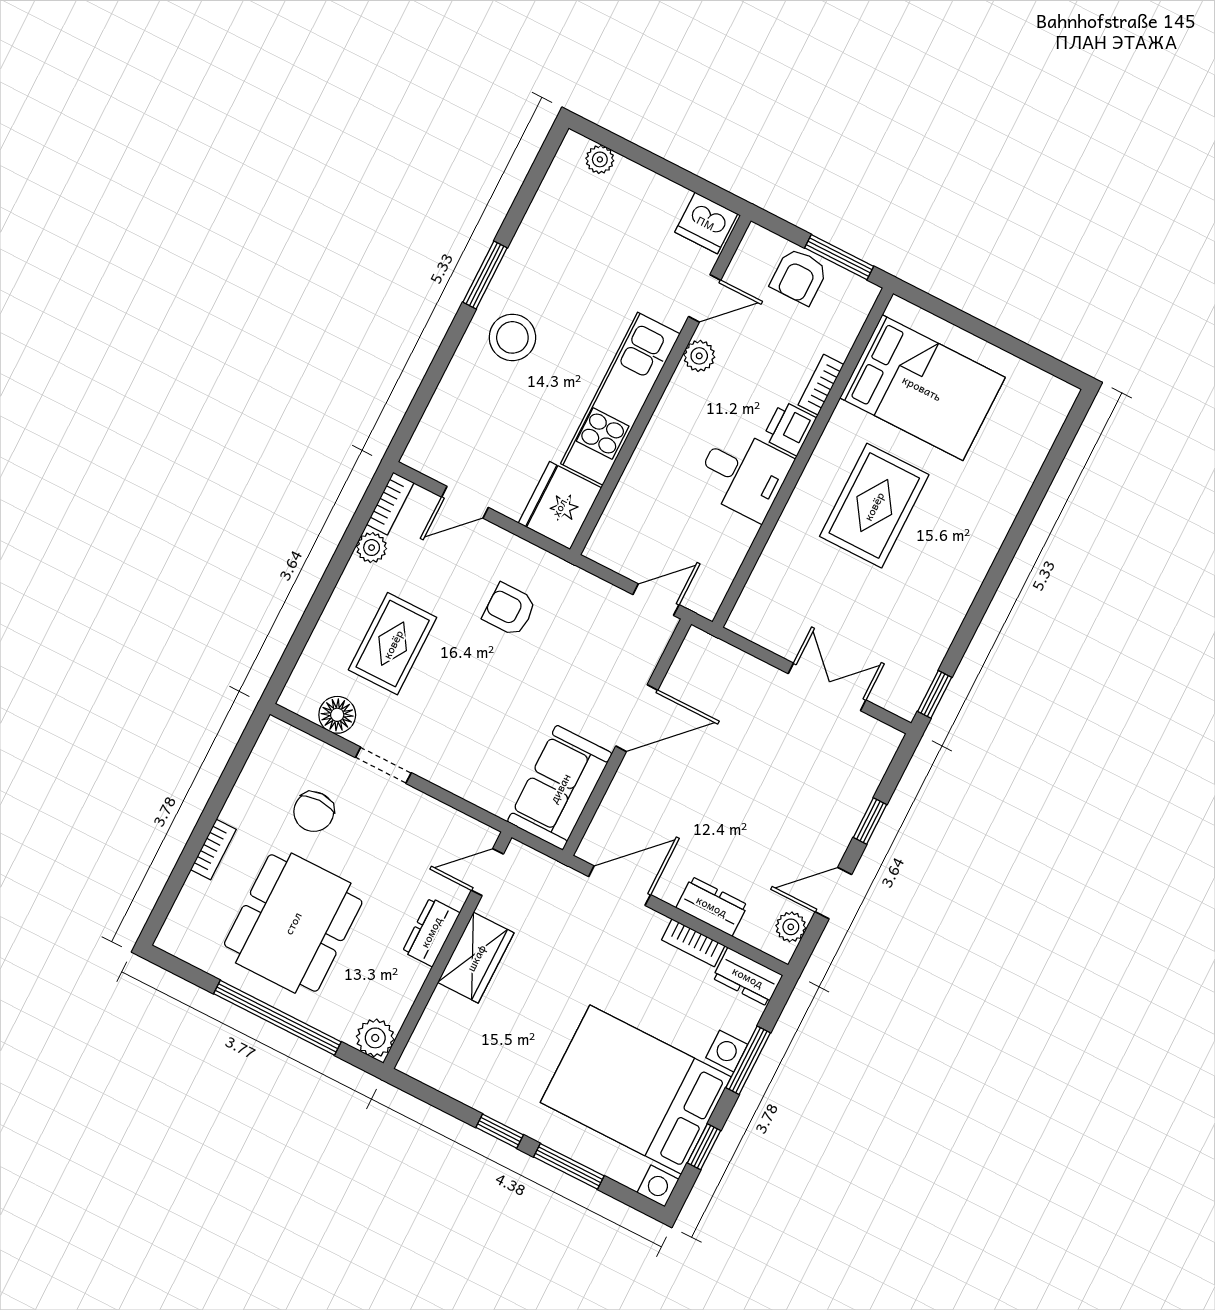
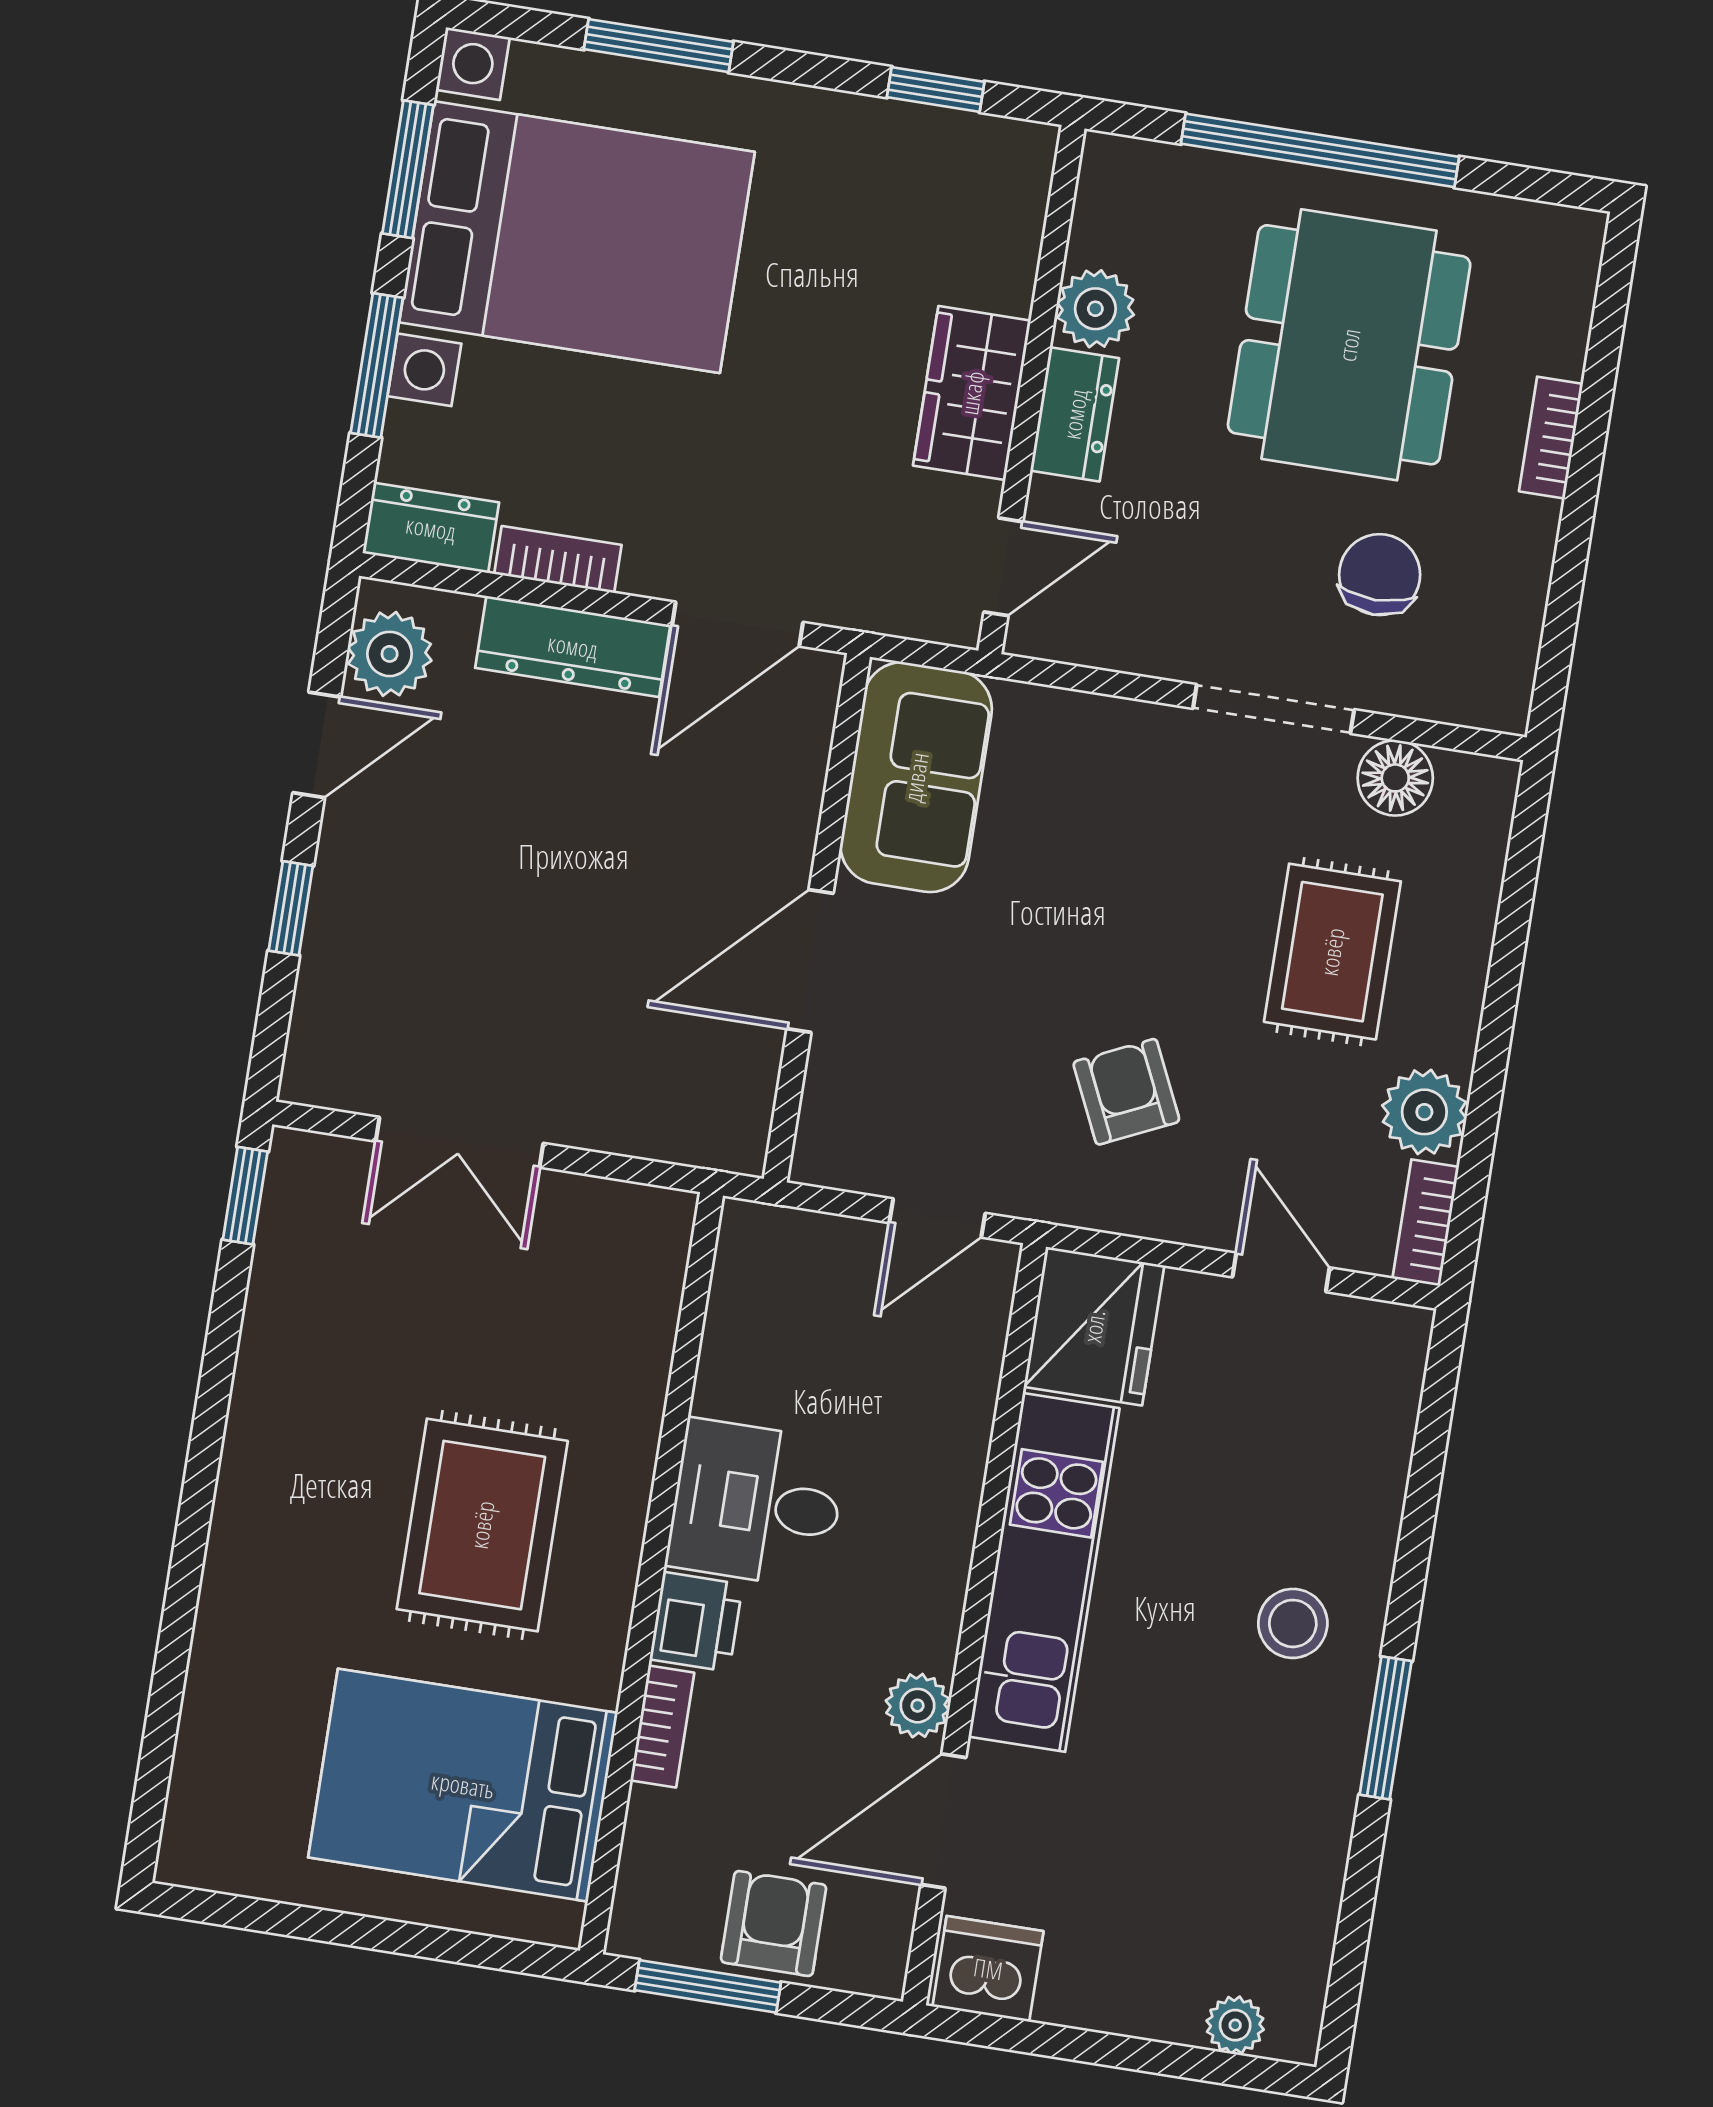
door: (705, 298) -> (943, 1821), width x1.38
stool: (512, 337) -> (1293, 1623), width x0.73, depth x0.73
door: (465, 502) -> (1281, 1272), hinge flipped
plant: (372, 548) -> (1424, 1112), width x1.38, depth x1.38
door: (656, 600) -> (937, 1218), moved
armchair: (509, 610) -> (1126, 1092), turned -115
doorway: (383, 765) -> (1274, 709), width x1.38
dresser: (712, 906) -> (573, 646), width x1.44
plant: (791, 927) -> (390, 654), width x1.38, depth x1.38
plant: (375, 1038) -> (1095, 309), moved
window: (500, 1131) -> (936, 89), moved
window: (704, 1147) -> (408, 169), width x1.50

